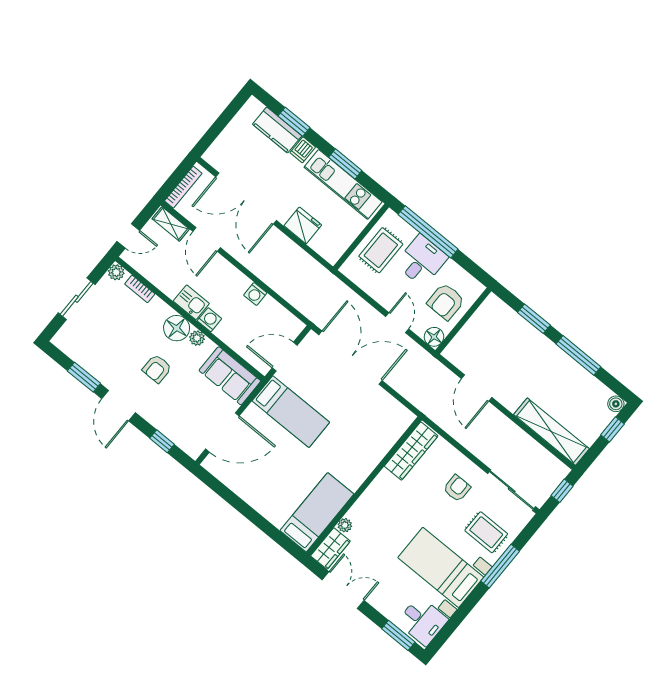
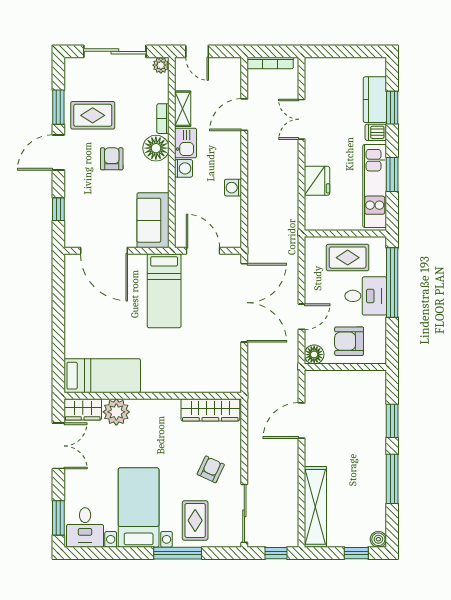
double door: (246, 199) -> (302, 119), width x0.54
shelving: (171, 224) -> (183, 109), moved
bookcase: (140, 289) -> (163, 119), moved
sliding door: (77, 299) -> (115, 51), width x1.37
plant: (197, 338) -> (161, 170), removed
rug: (112, 356) -> (93, 115), added
armchair: (157, 369) -> (112, 159), turned 90
armchair: (457, 488) -> (211, 469), turned -65
plant: (345, 525) -> (116, 412), width x1.88, depth x1.88

